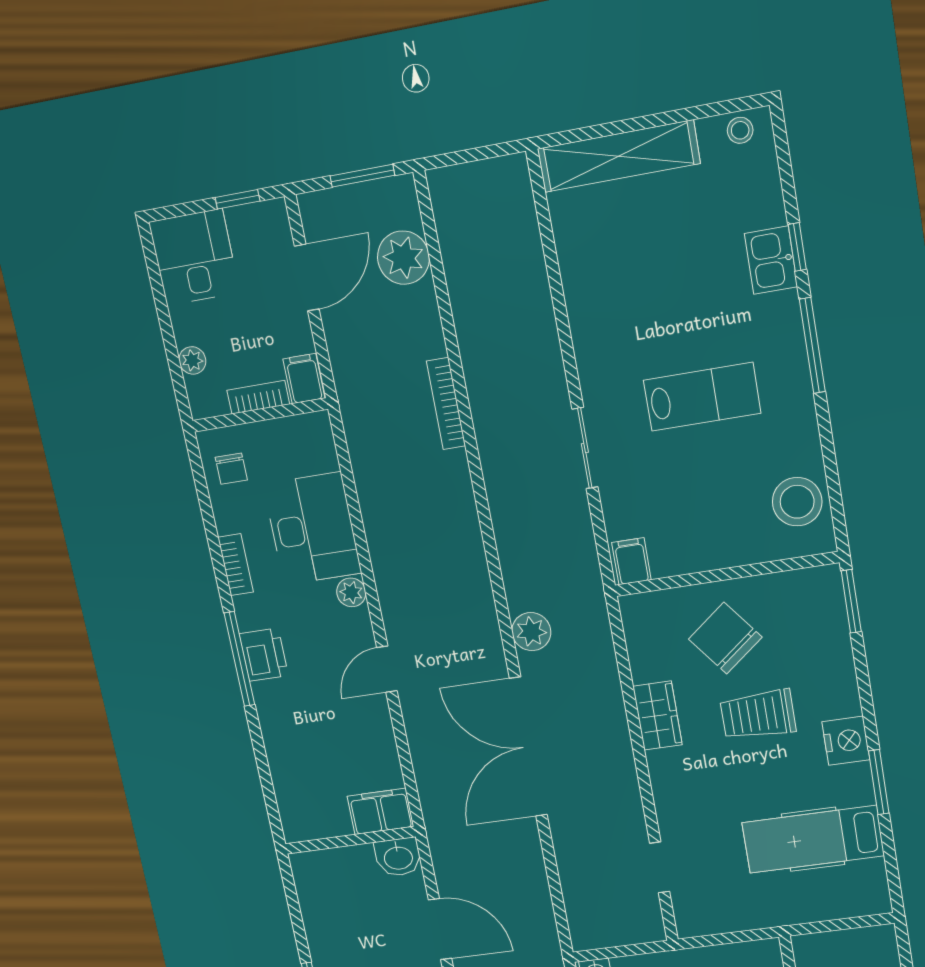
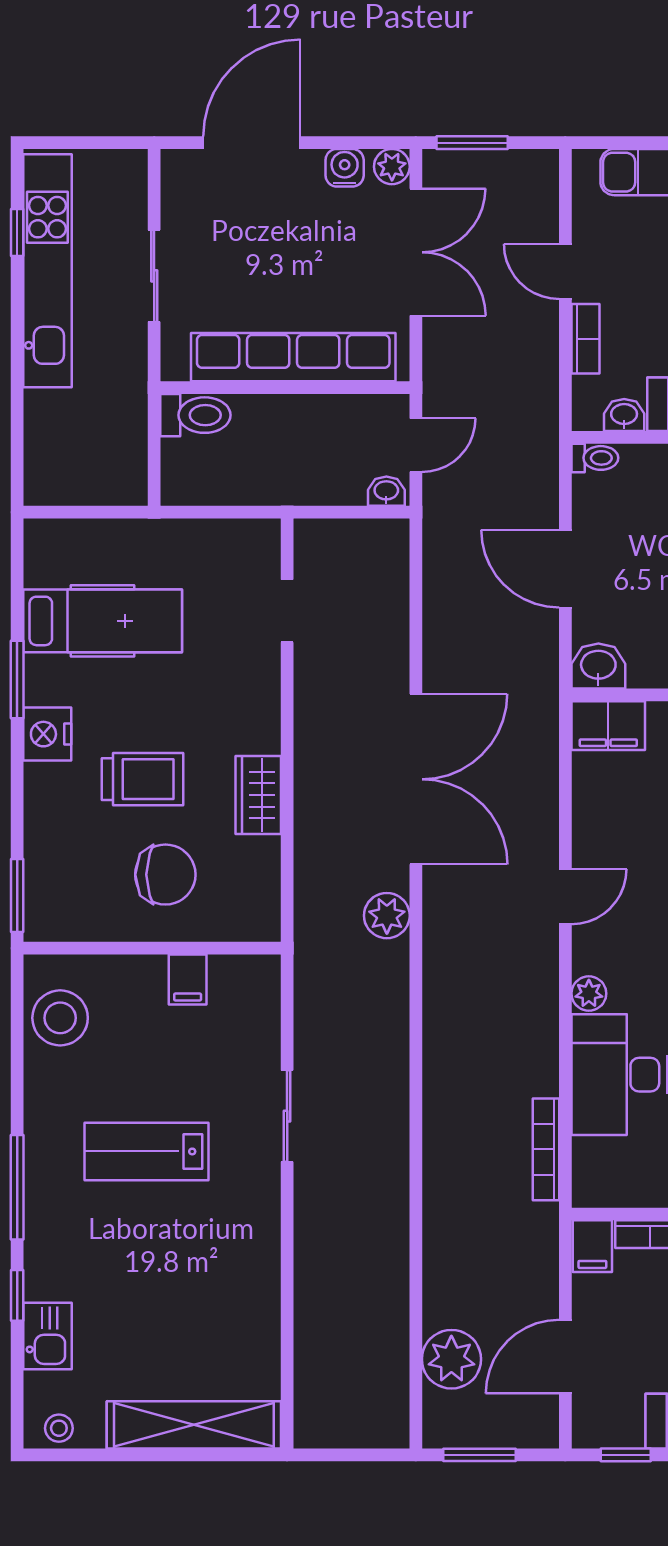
kitchen sink: (771, 260) -> (48, 1336), moved
bookcase: (446, 404) -> (546, 1149), moved, turned 180
filing cabinet: (631, 561) -> (188, 979), moved
chair: (725, 638) -> (165, 875), turned -52

